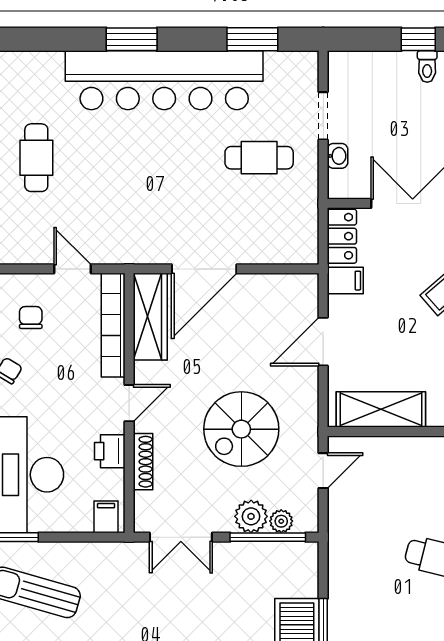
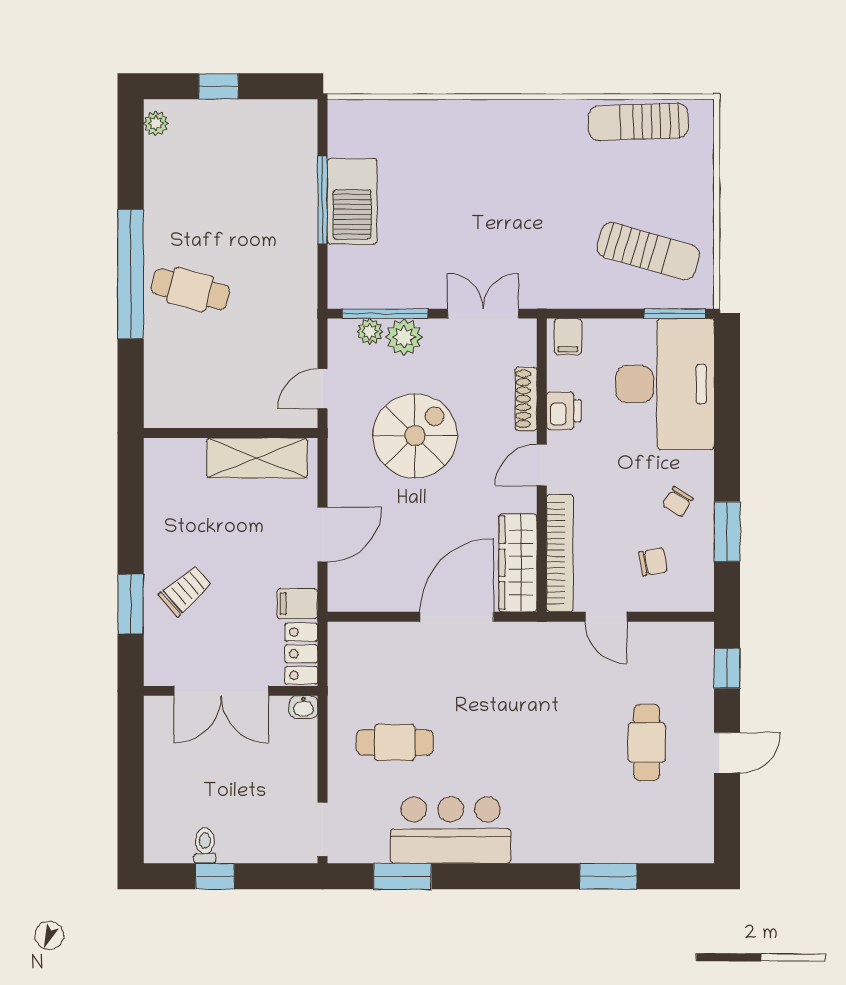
window: (132, 39) -> (608, 876), moved
bar counter: (164, 80) -> (451, 830), width x0.54
doorway: (323, 116) -> (322, 829), moved
washbasin: (338, 156) -> (303, 707), moved, turned -90
chair: (31, 318) -> (653, 562), turned -100

